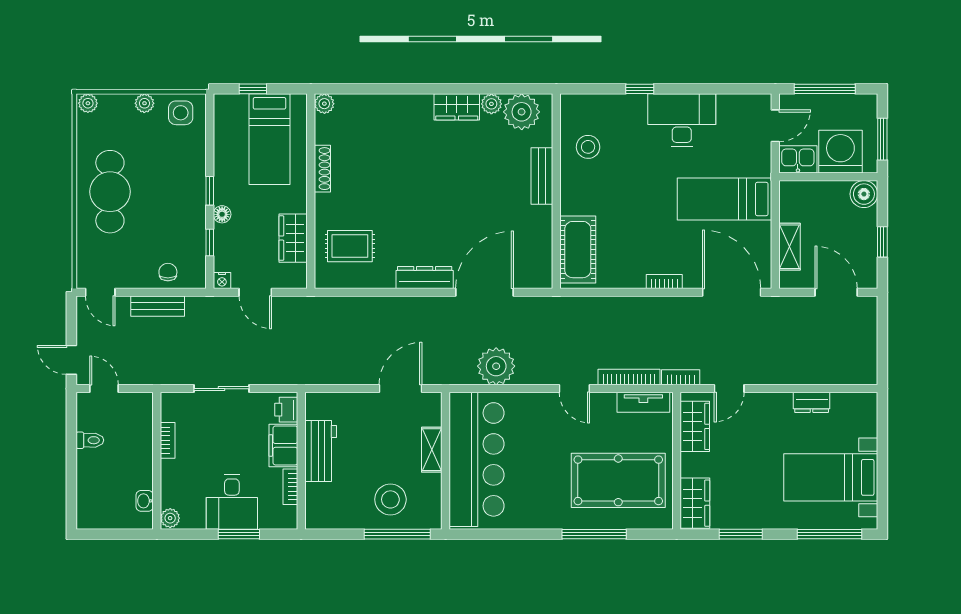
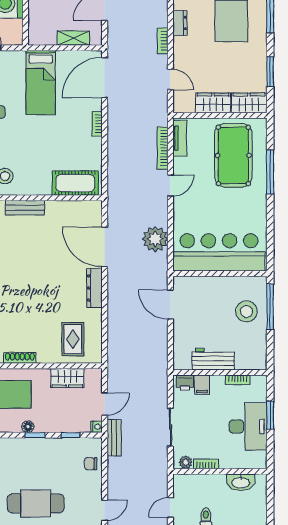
kitchen sink: (798, 159) -> (14, 32), removed
floor lamp: (222, 214) -> (28, 427), moved
bench: (158, 306) -> (114, 438), moved
bookcase: (681, 377) -> (163, 41), moved
wardrobe: (695, 426) -> (213, 103), moved
filing cabinet: (283, 445) -> (202, 385), width x0.50
shelving: (432, 450) -> (212, 283), removed
washbasin: (145, 501) -> (241, 482), width x1.91, depth x1.45
desk: (232, 502) -> (248, 426), width x1.37
plant: (170, 518) -> (186, 462), moved

